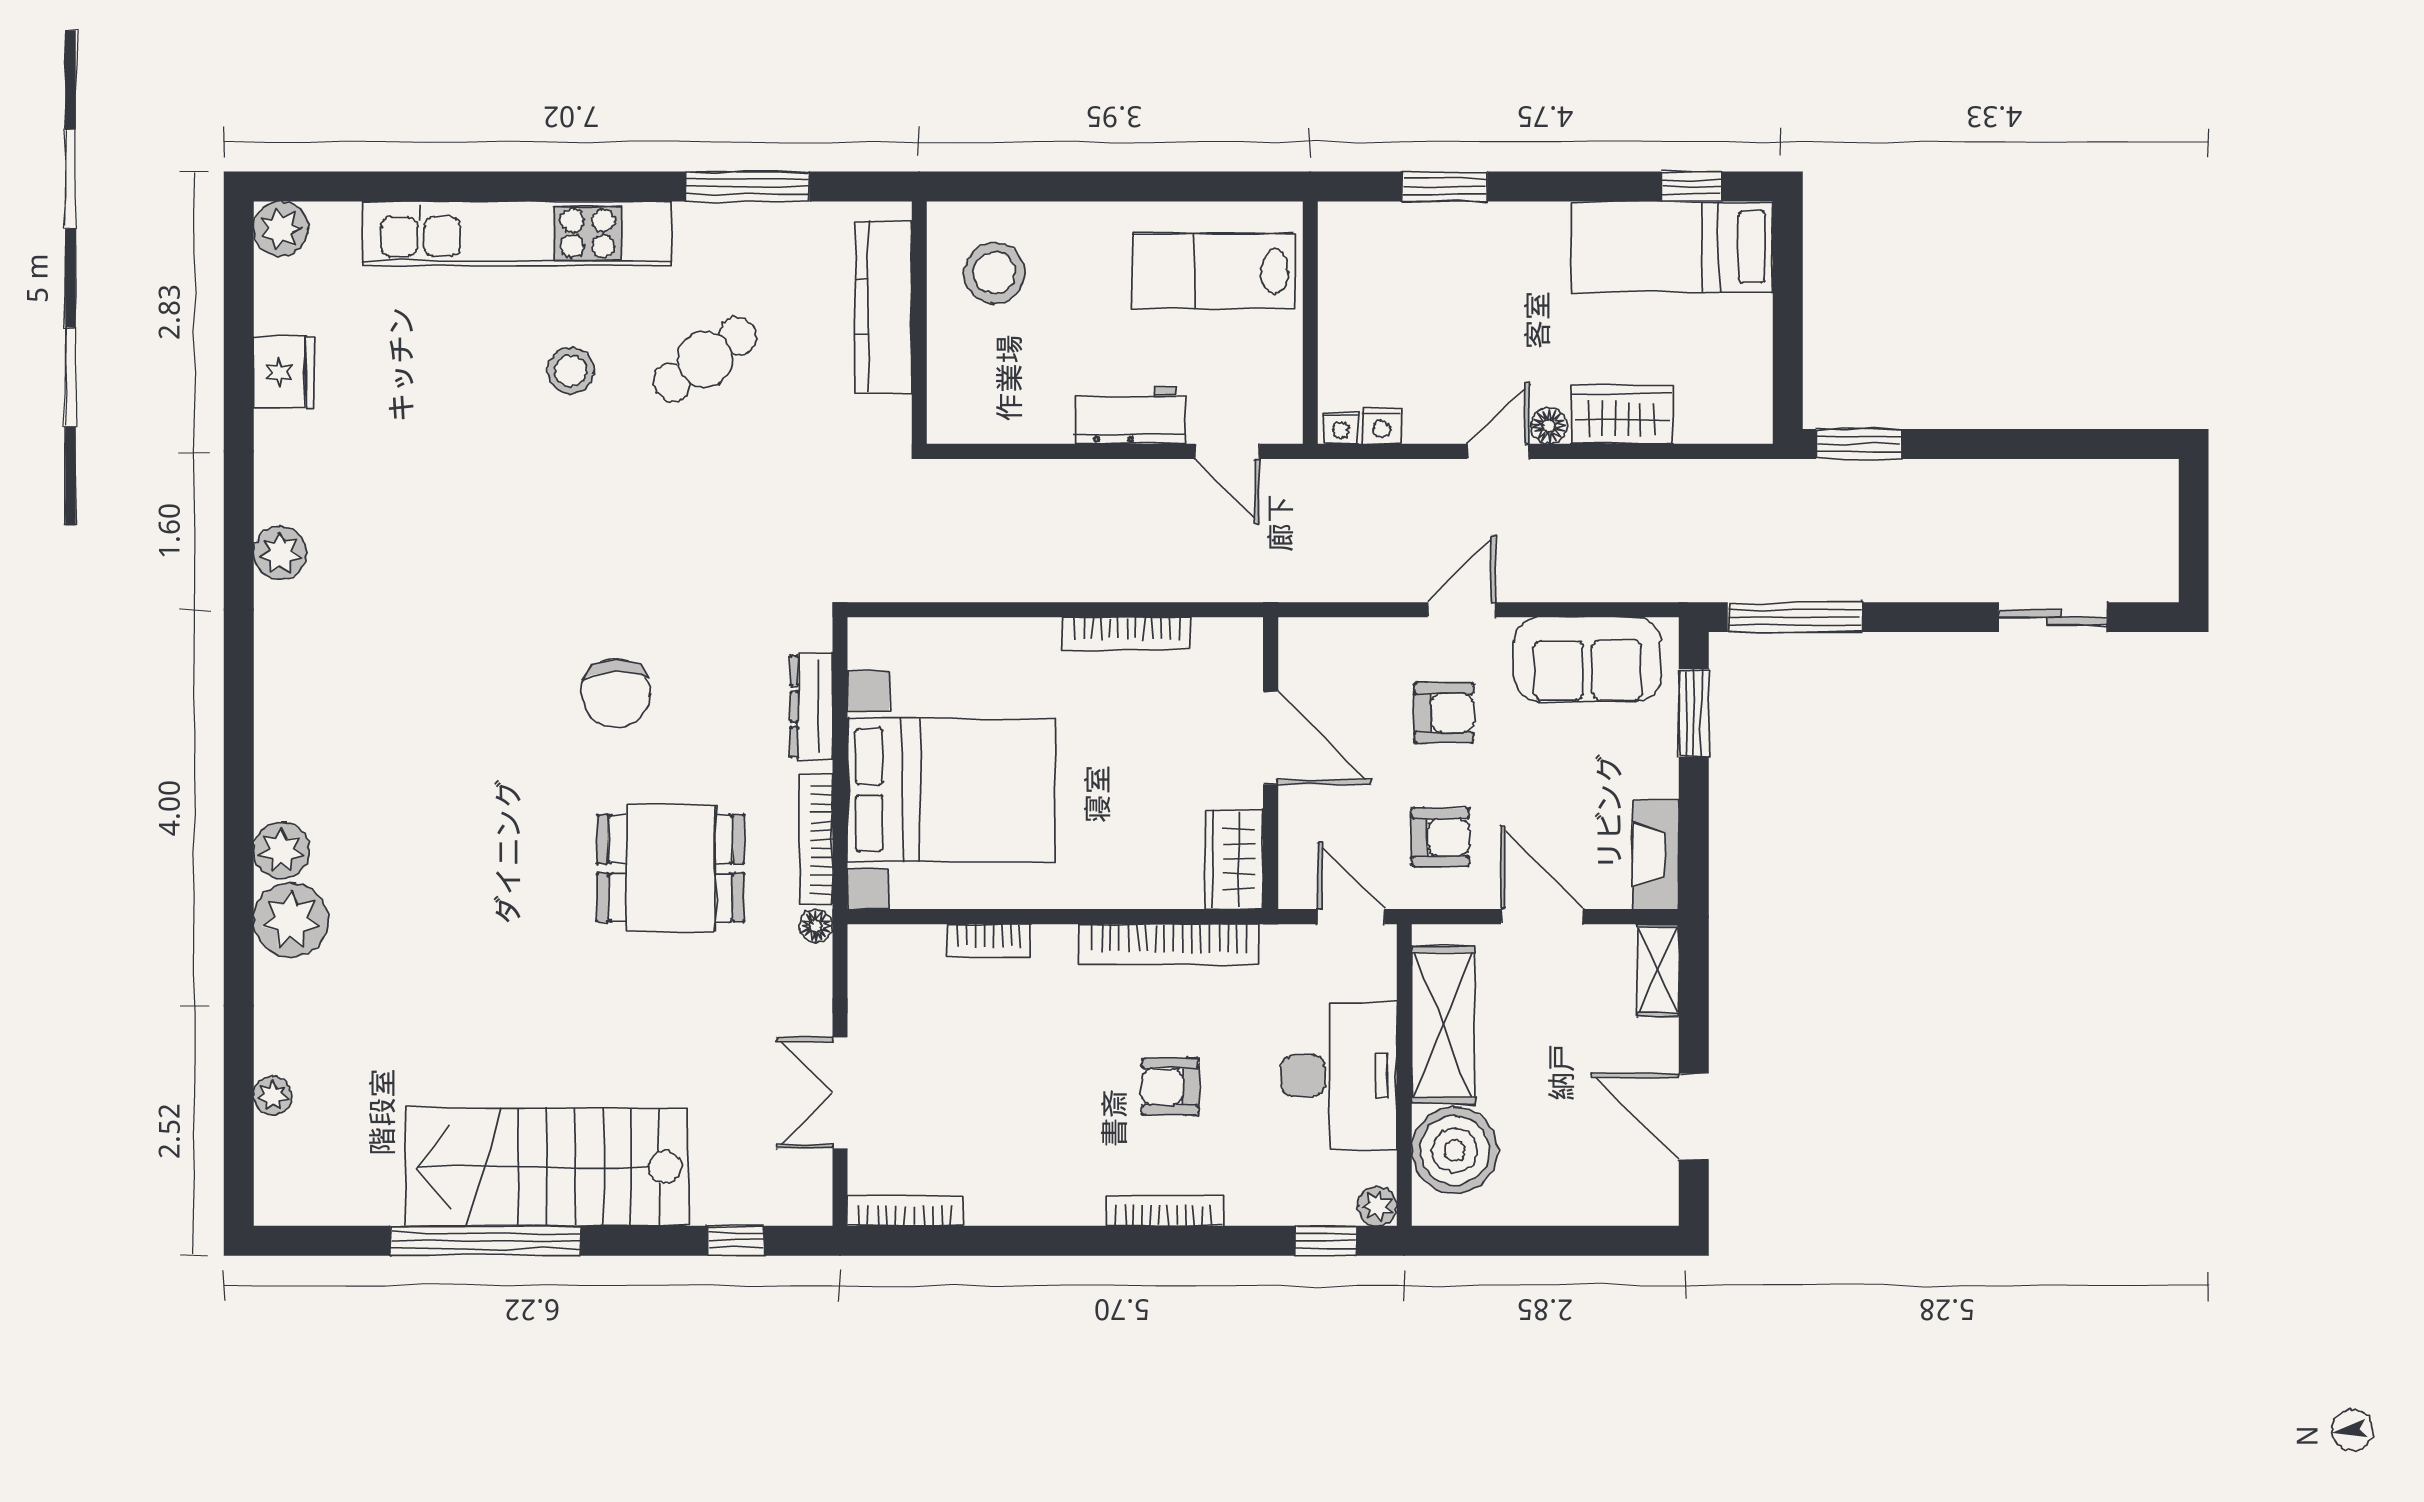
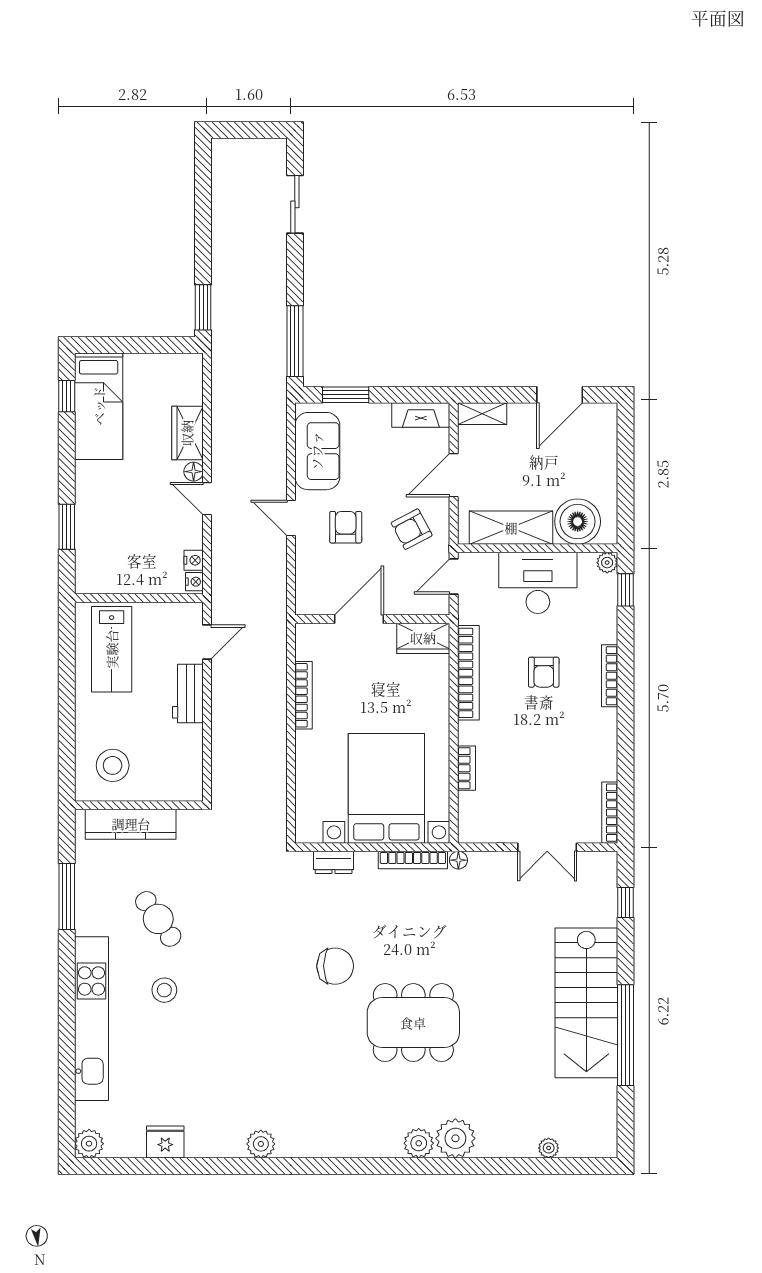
dresser: (812, 707) -> (334, 862), width x0.70
armchair: (1440, 837) -> (412, 529), turned -118
dining table: (671, 868) -> (413, 1023), moved, width x1.38

